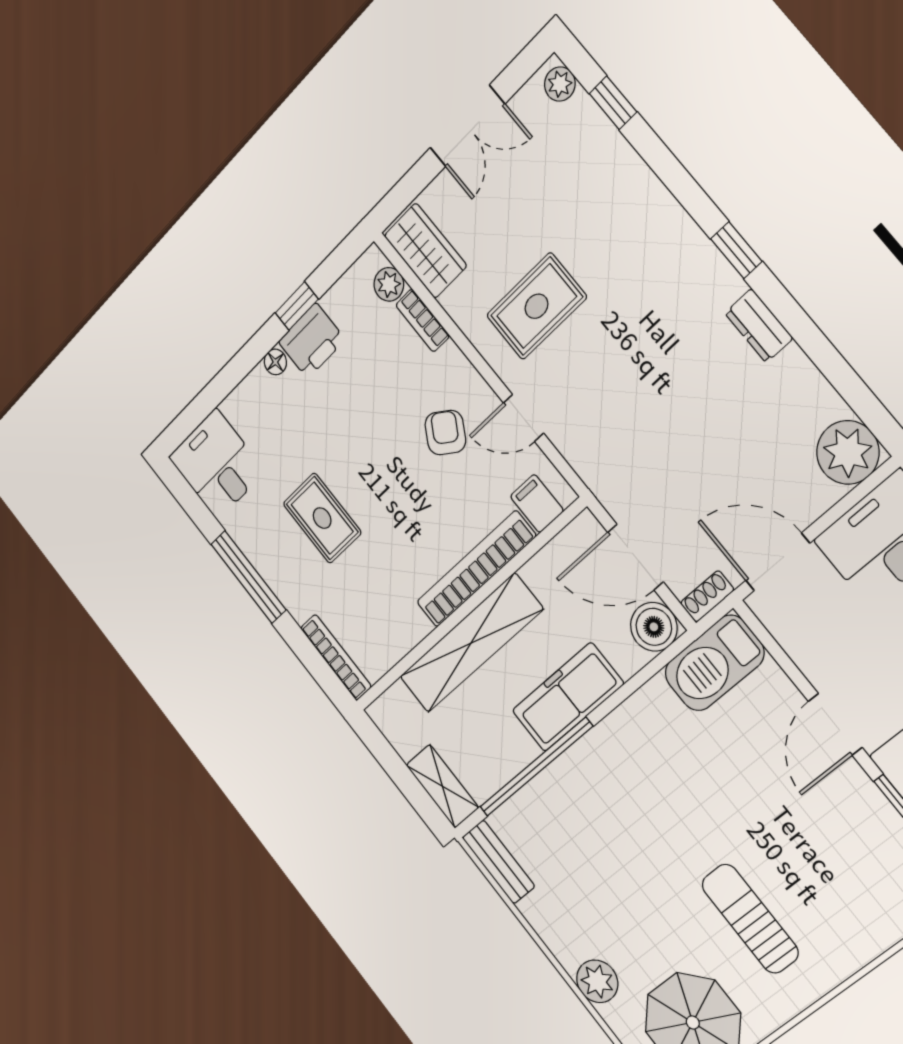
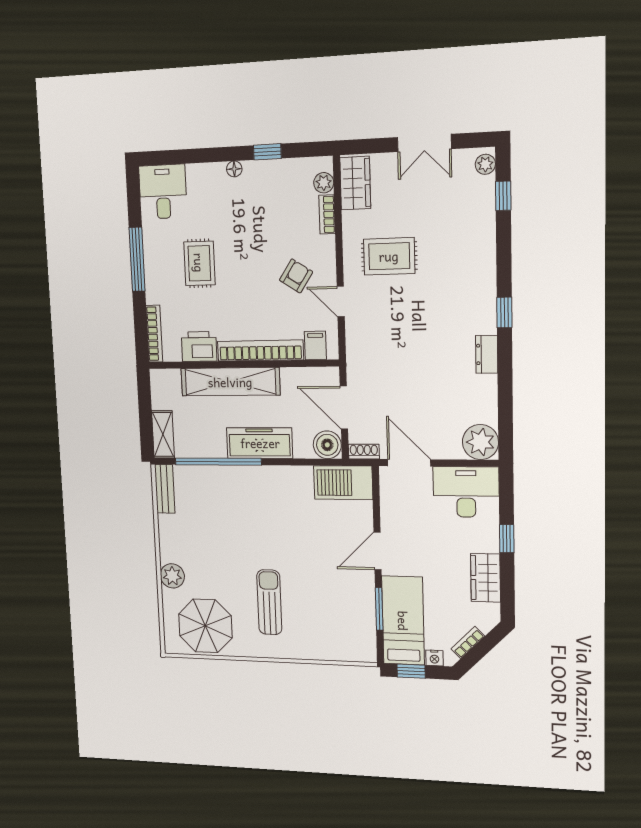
printer: (312, 341) -> (199, 347), moved, turned 180

